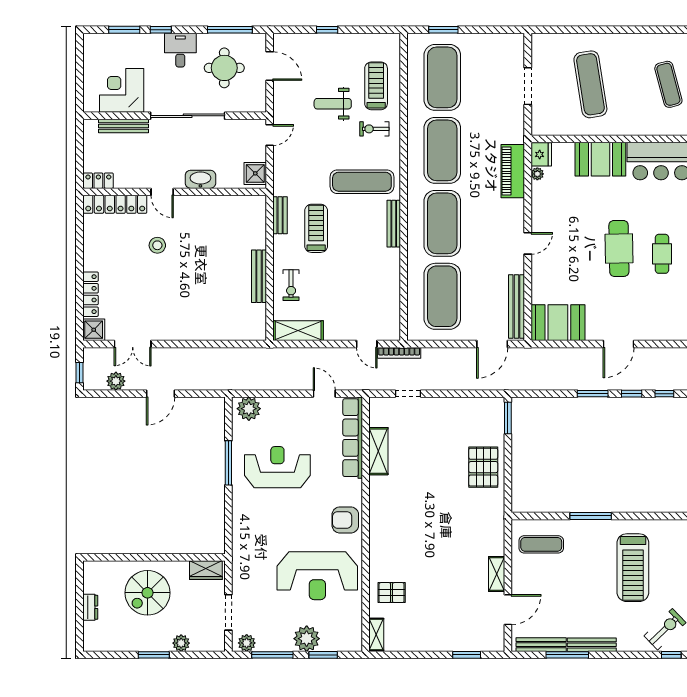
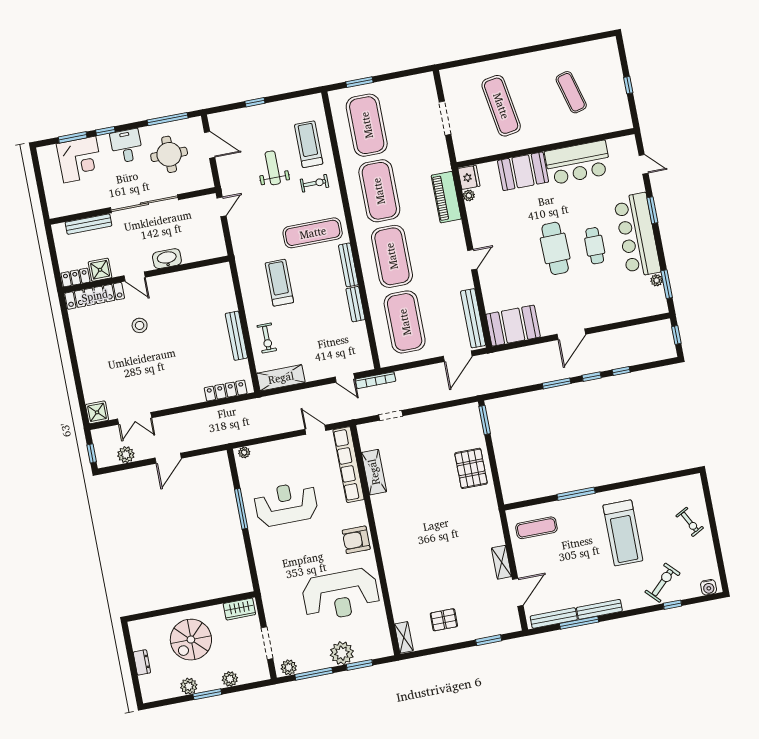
corner desk: (122, 90) -> (80, 160), moved, turned 180
weight bench: (333, 104) -> (273, 168), turned 90
exercise bike: (374, 129) -> (314, 183), turned 180
shower: (255, 173) -> (100, 270), moved
bench: (280, 215) -> (355, 304), moved
locker: (91, 294) -> (226, 391), moved, turned -90
plant: (249, 409) -> (244, 453), width x0.53, depth x0.53
pallet: (392, 593) -> (444, 620), moved
plant: (136, 642) -> (189, 686), added

